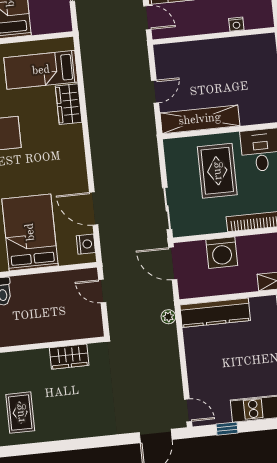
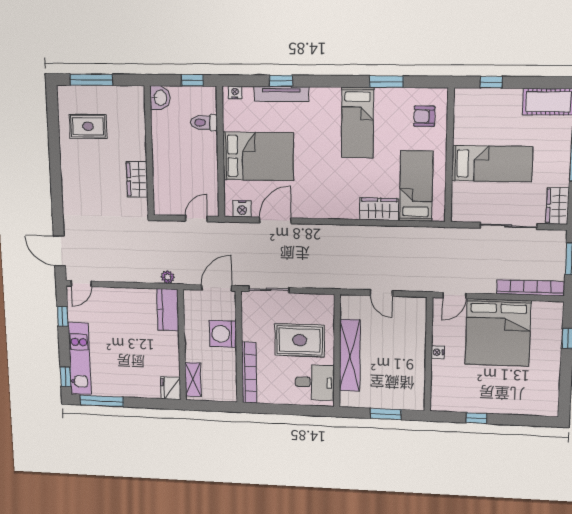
nightstand: (236, 24) -> (438, 352), moved
shelving: (200, 119) -> (350, 355), moved
kitchen counter: (215, 313) -> (168, 310), width x0.67

